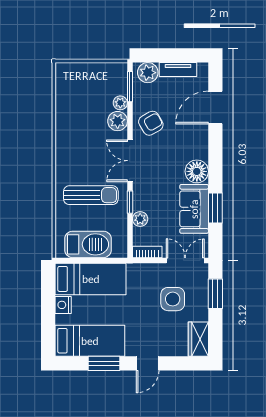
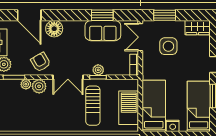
floor lamp: (197, 171) -> (54, 29), moved
sun lounger: (91, 195) -> (93, 106), turned 180
plant: (140, 219) -> (98, 70), moved

